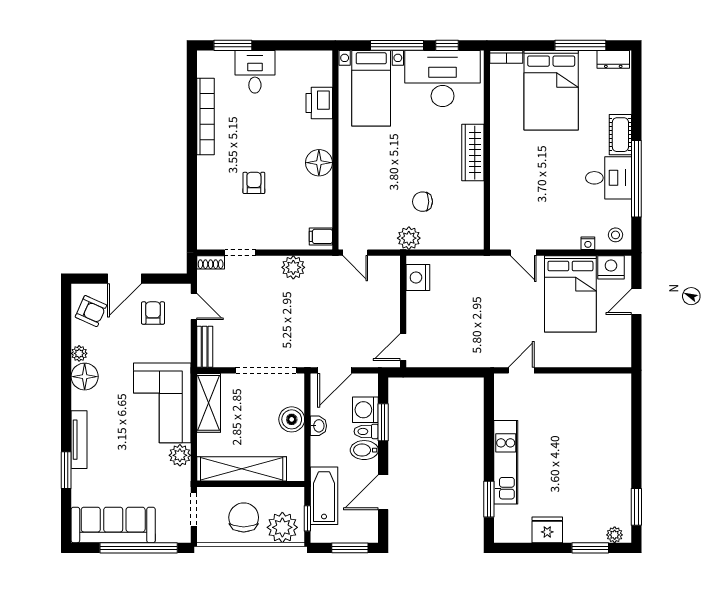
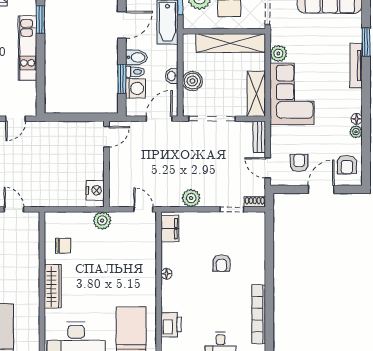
floor lamp: (319, 163) -> (166, 274), width x0.53, depth x0.53
chair: (422, 202) -> (63, 246), moved
filing cabinet: (321, 236) -> (170, 229), width x2.00
armchair: (91, 311) -> (347, 164), turned -114
armchair: (153, 313) -> (299, 163), turned 180
floor lamp: (85, 377) -> (357, 119), width x0.53, depth x0.53

